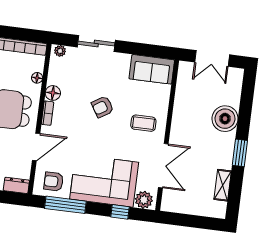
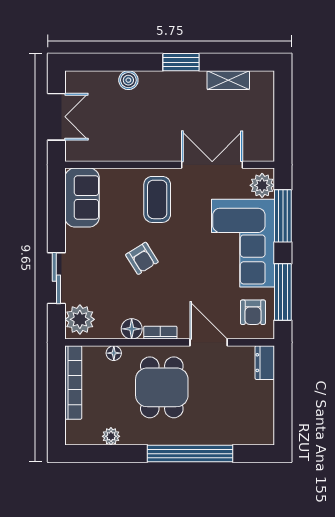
plant: (60, 51) -> (80, 319), width x1.88, depth x1.88
boiler: (225, 119) -> (128, 80), width x0.54, depth x0.54
coffee table: (143, 123) -> (157, 199), width x1.36, depth x1.30
window: (120, 212) -> (283, 216), width x2.17

